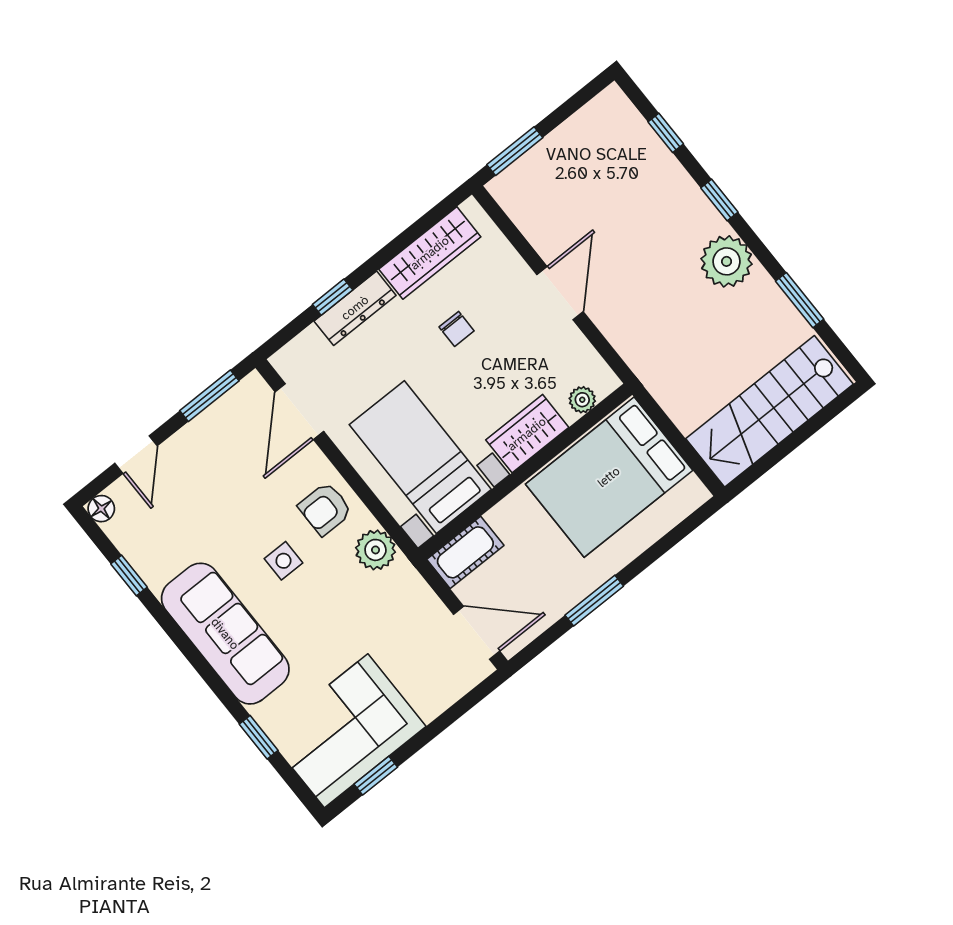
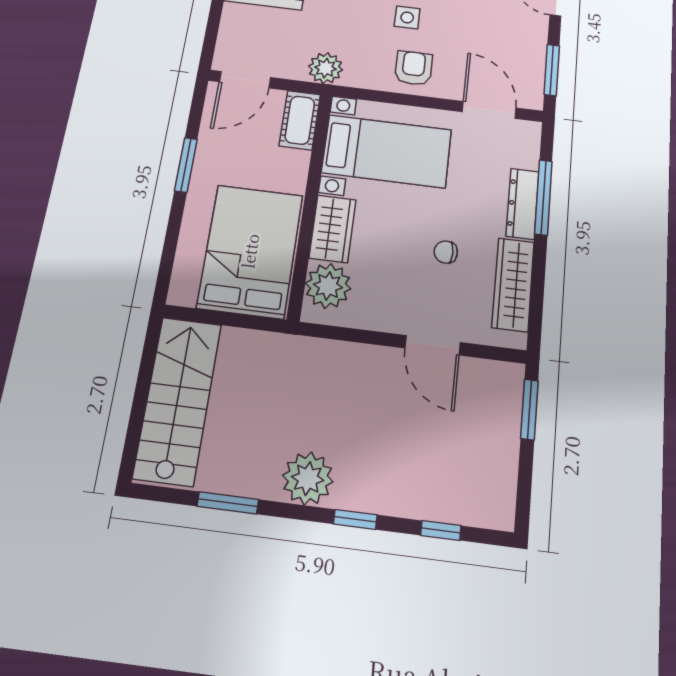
door: (560, 293) -> (433, 345), moved
window: (333, 297) -> (543, 197), width x2.17
plant: (582, 400) -> (328, 286), width x1.87, depth x1.87
plant: (375, 550) -> (326, 68), moved

